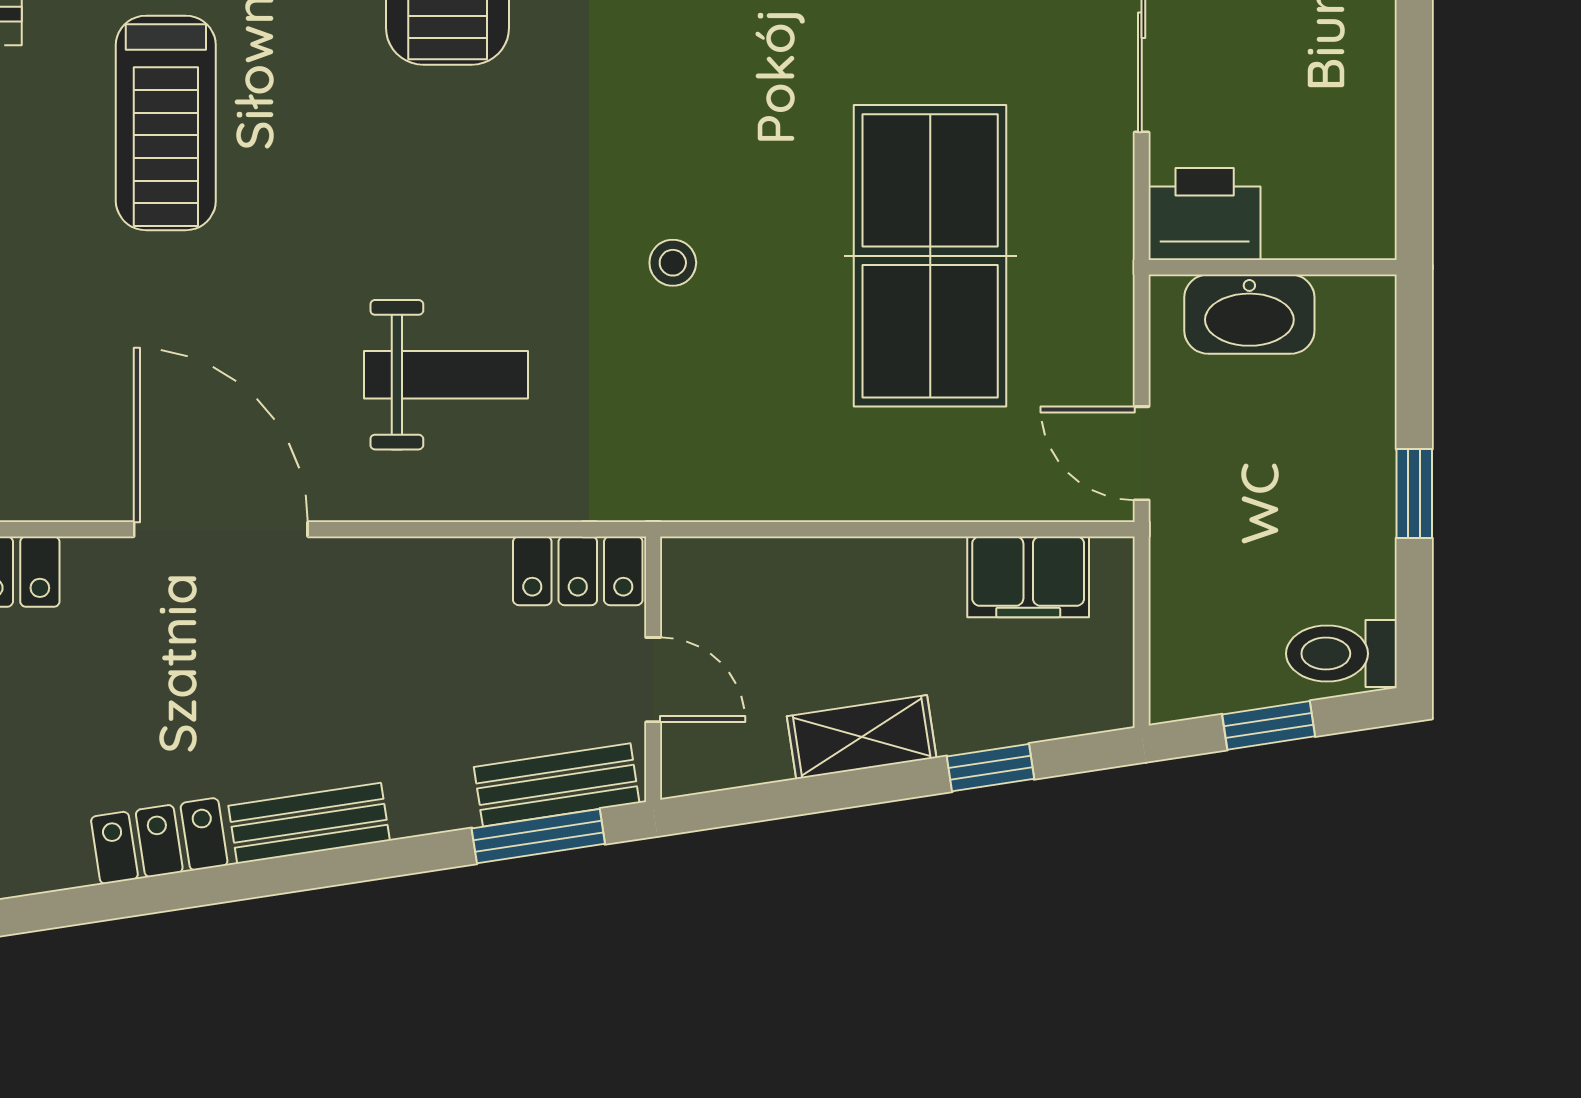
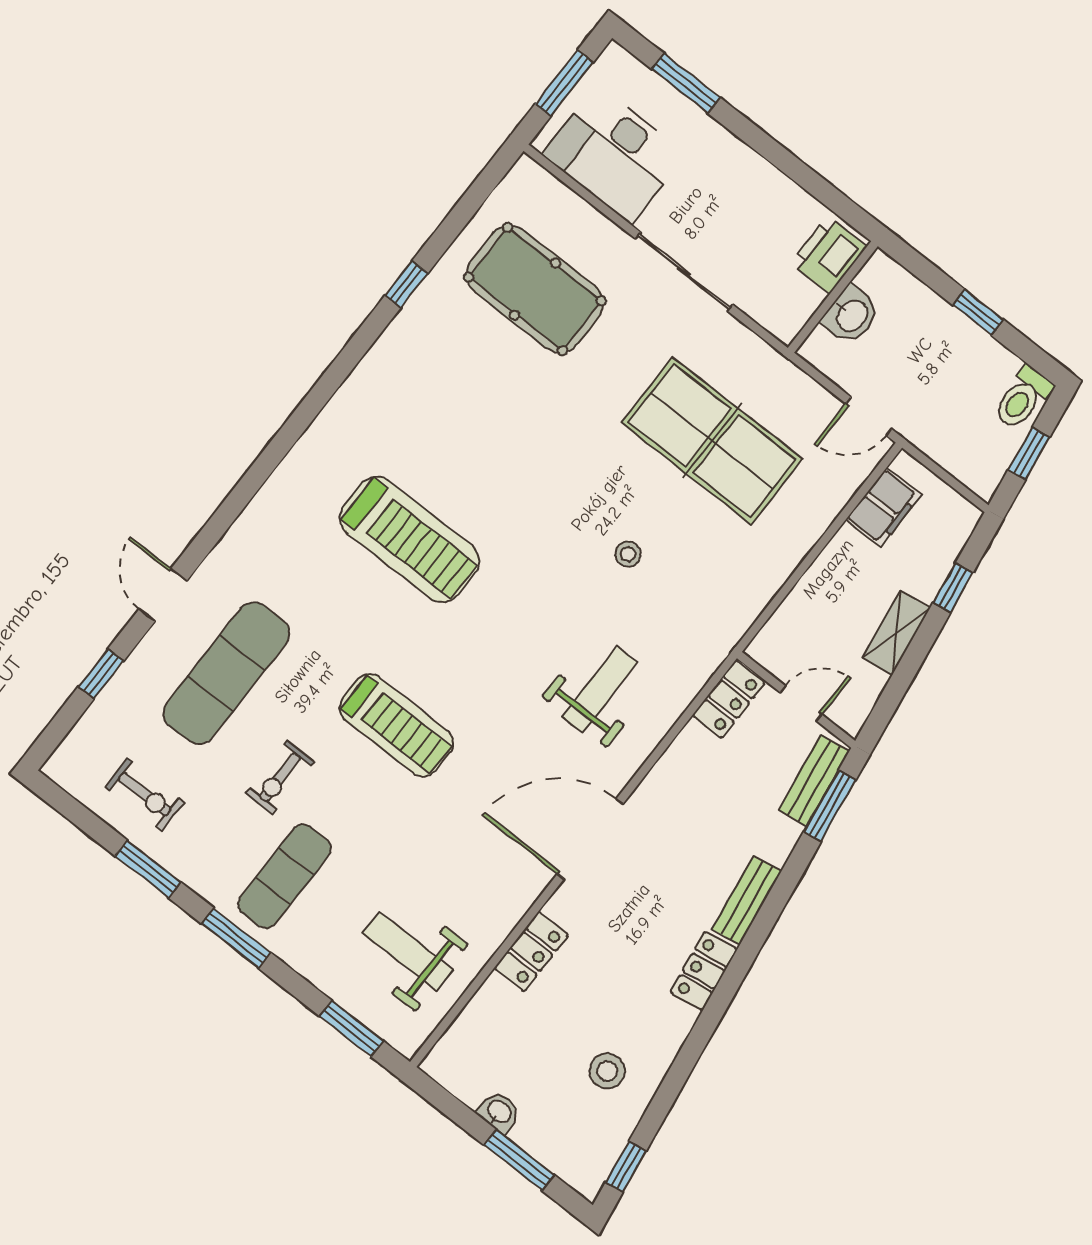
printer: (1205, 214) -> (829, 255), moved
washbasin: (1249, 314) -> (851, 315), width x0.72

